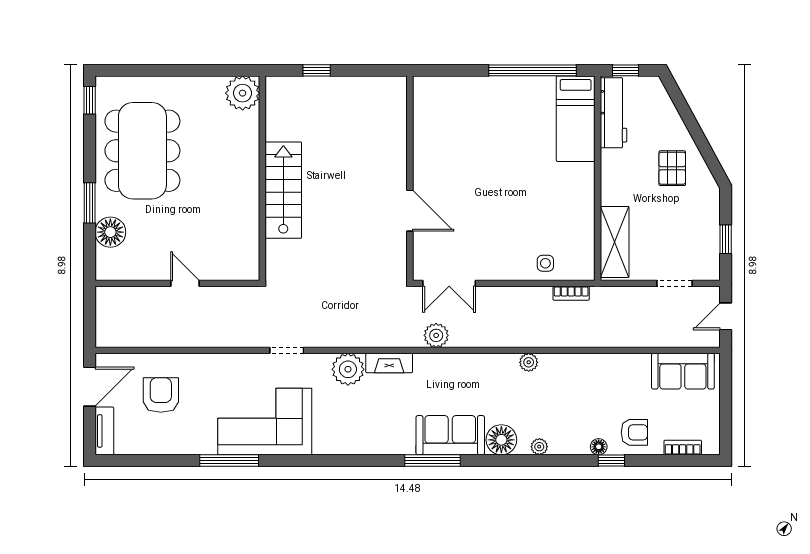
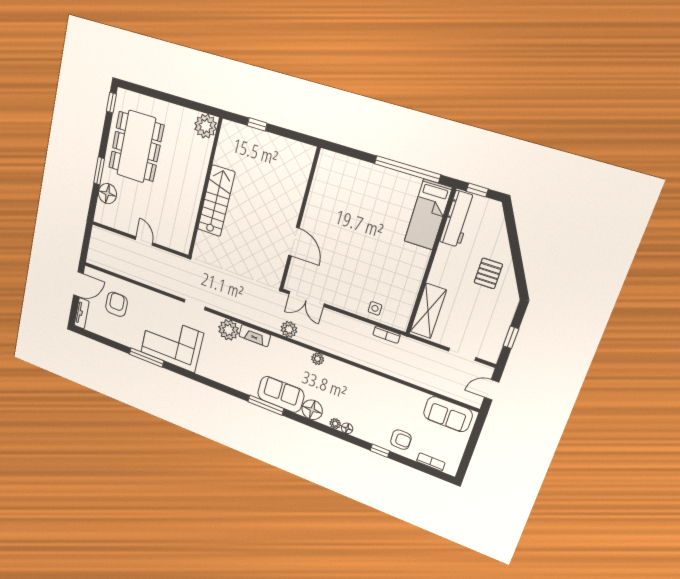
plant: (529, 362) -> (318, 359), moved
floor lamp: (599, 447) -> (347, 428), moved

